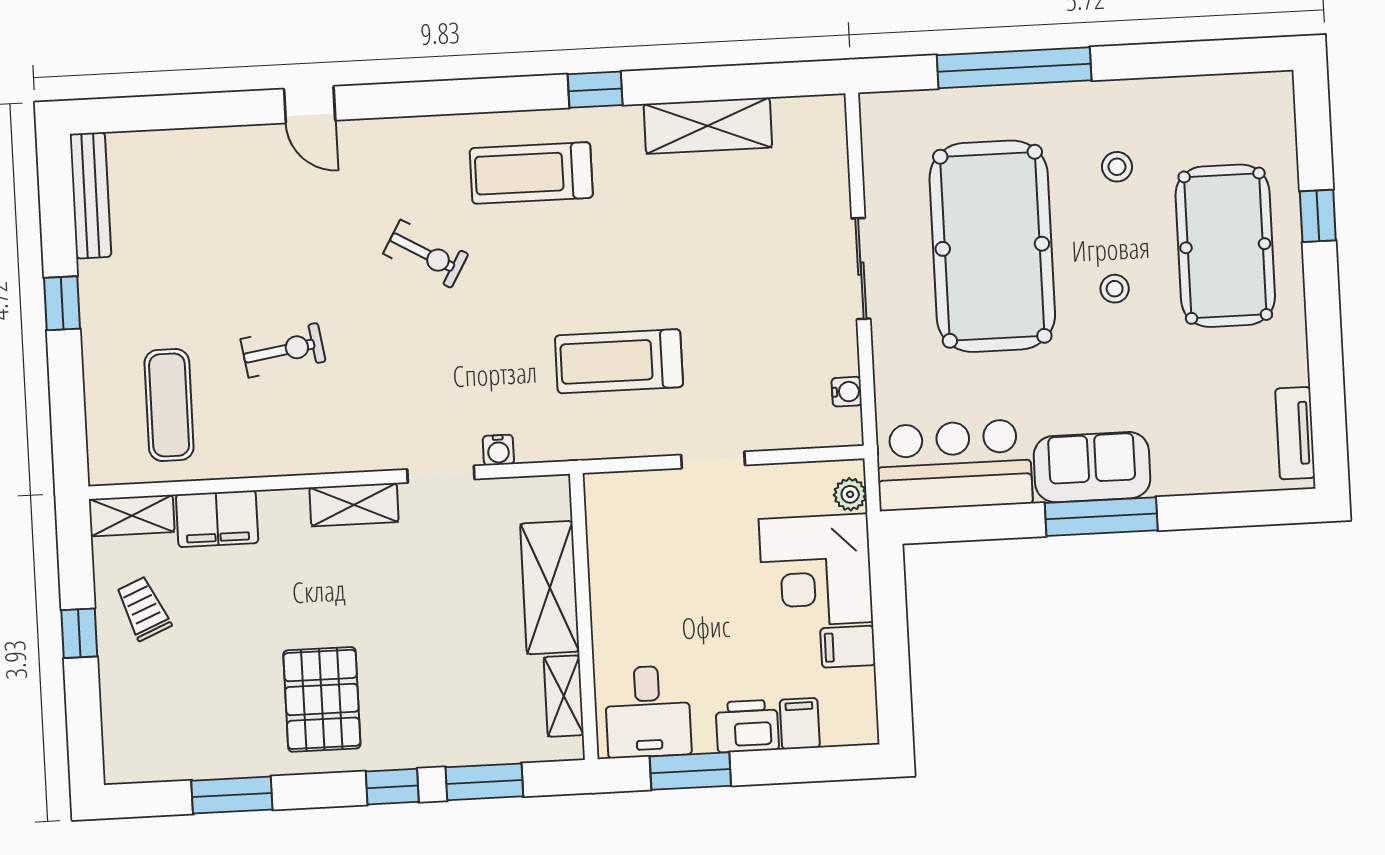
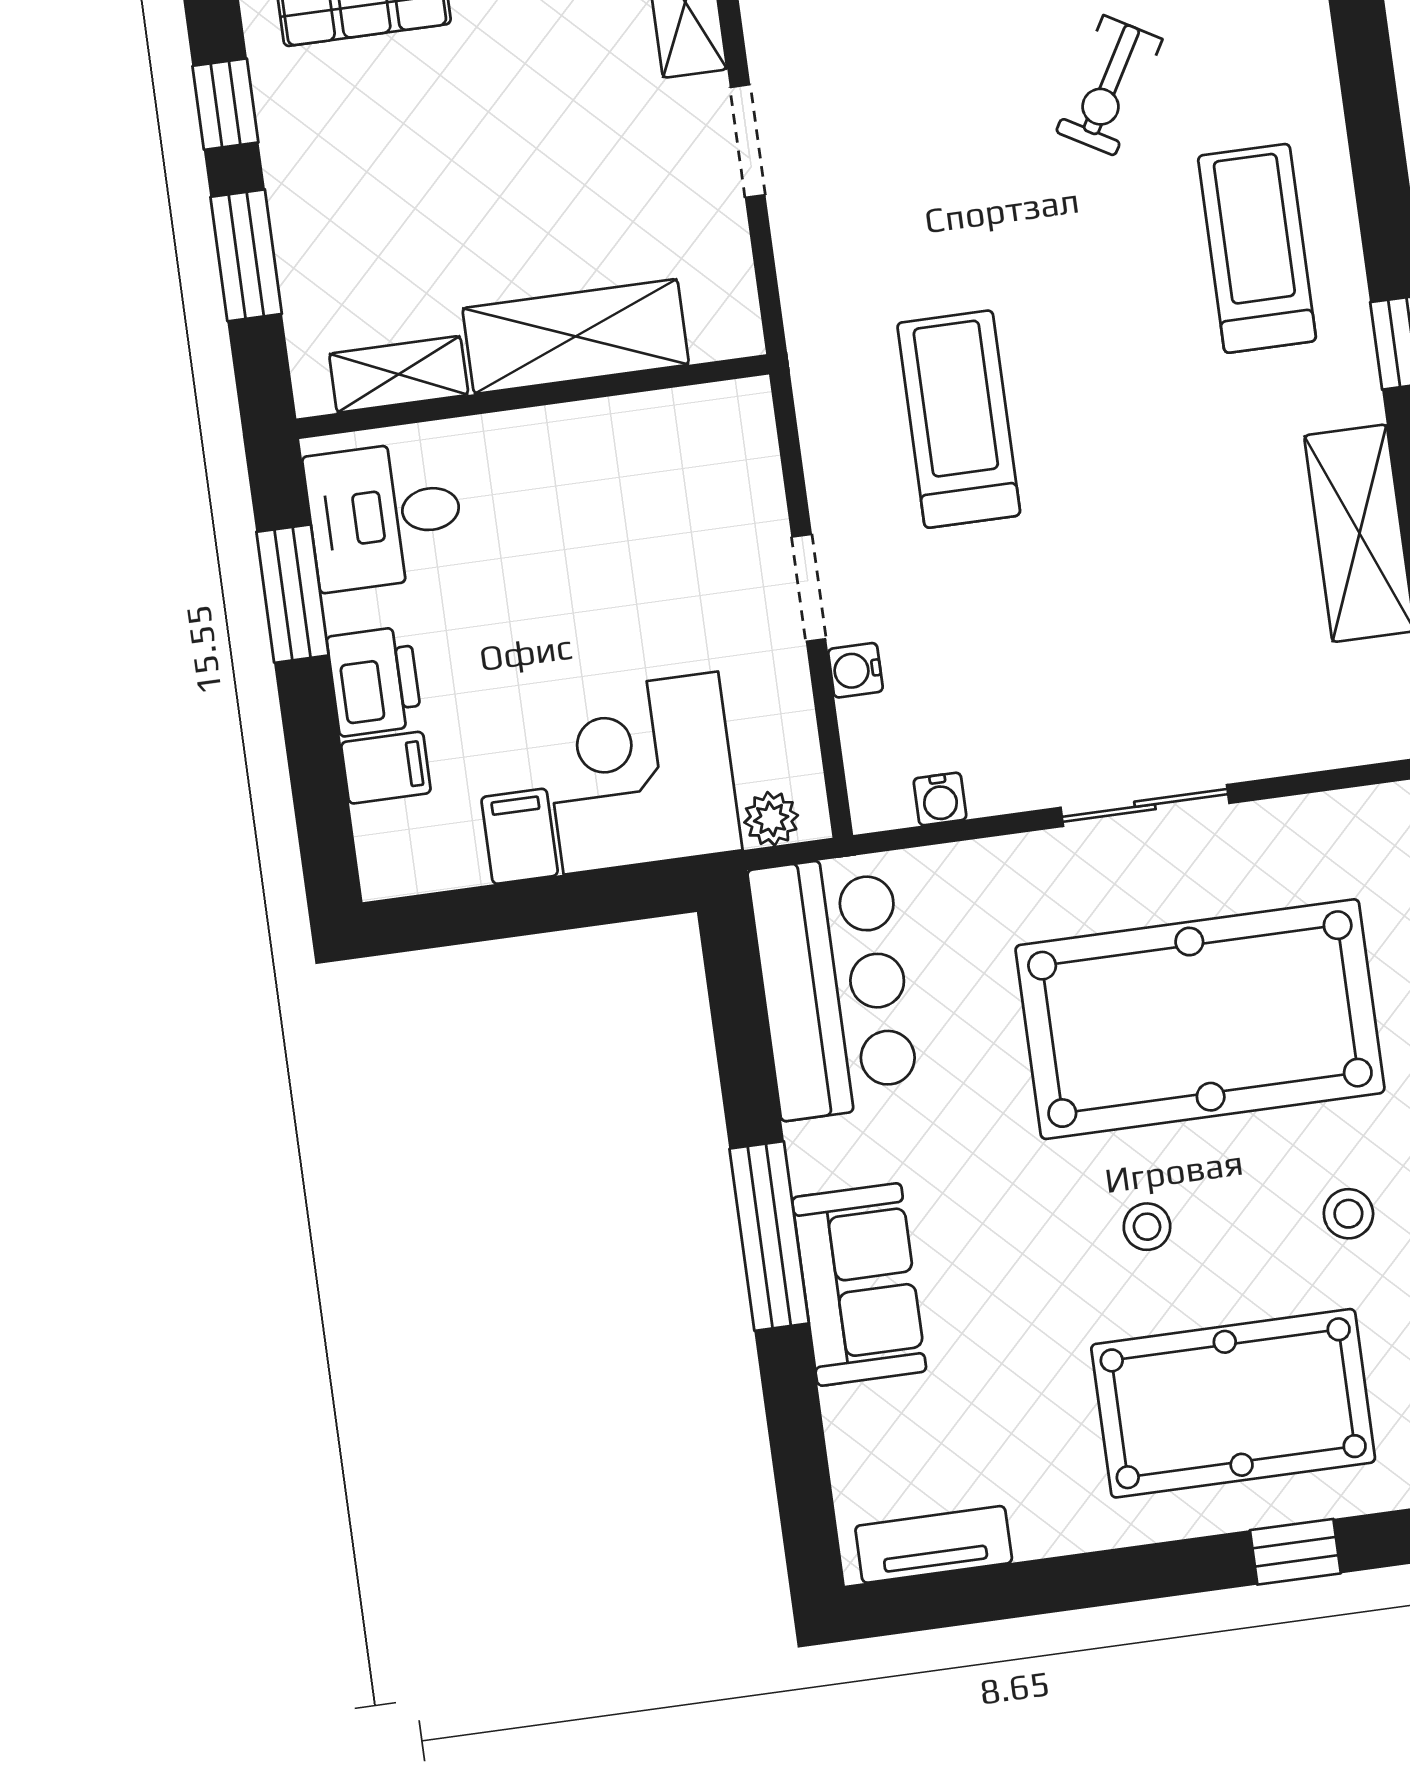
water cooler: (498, 450) -> (855, 670), moved
sofa: (1092, 467) -> (859, 1284), moved

